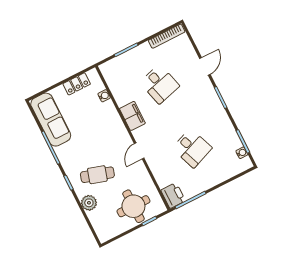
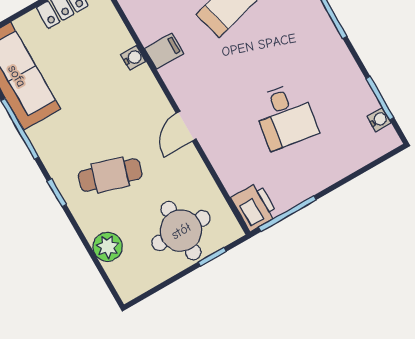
water cooler: (104, 96) -> (133, 58), moved
filing cabinet: (132, 116) -> (164, 51), width x0.50
desk: (192, 148) -> (285, 116), turned 30
plant: (89, 203) -> (108, 247), moved

